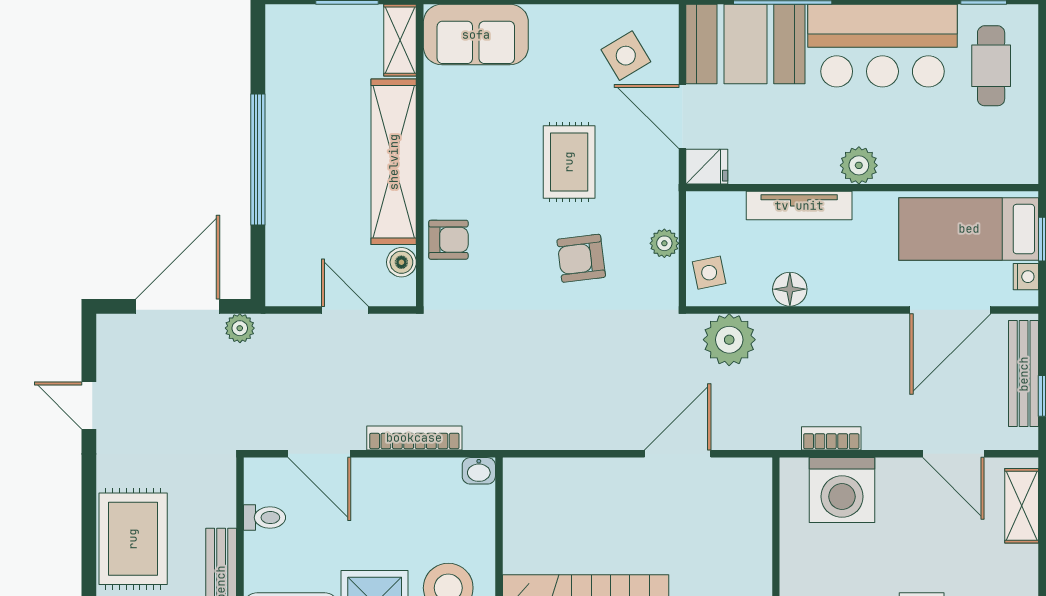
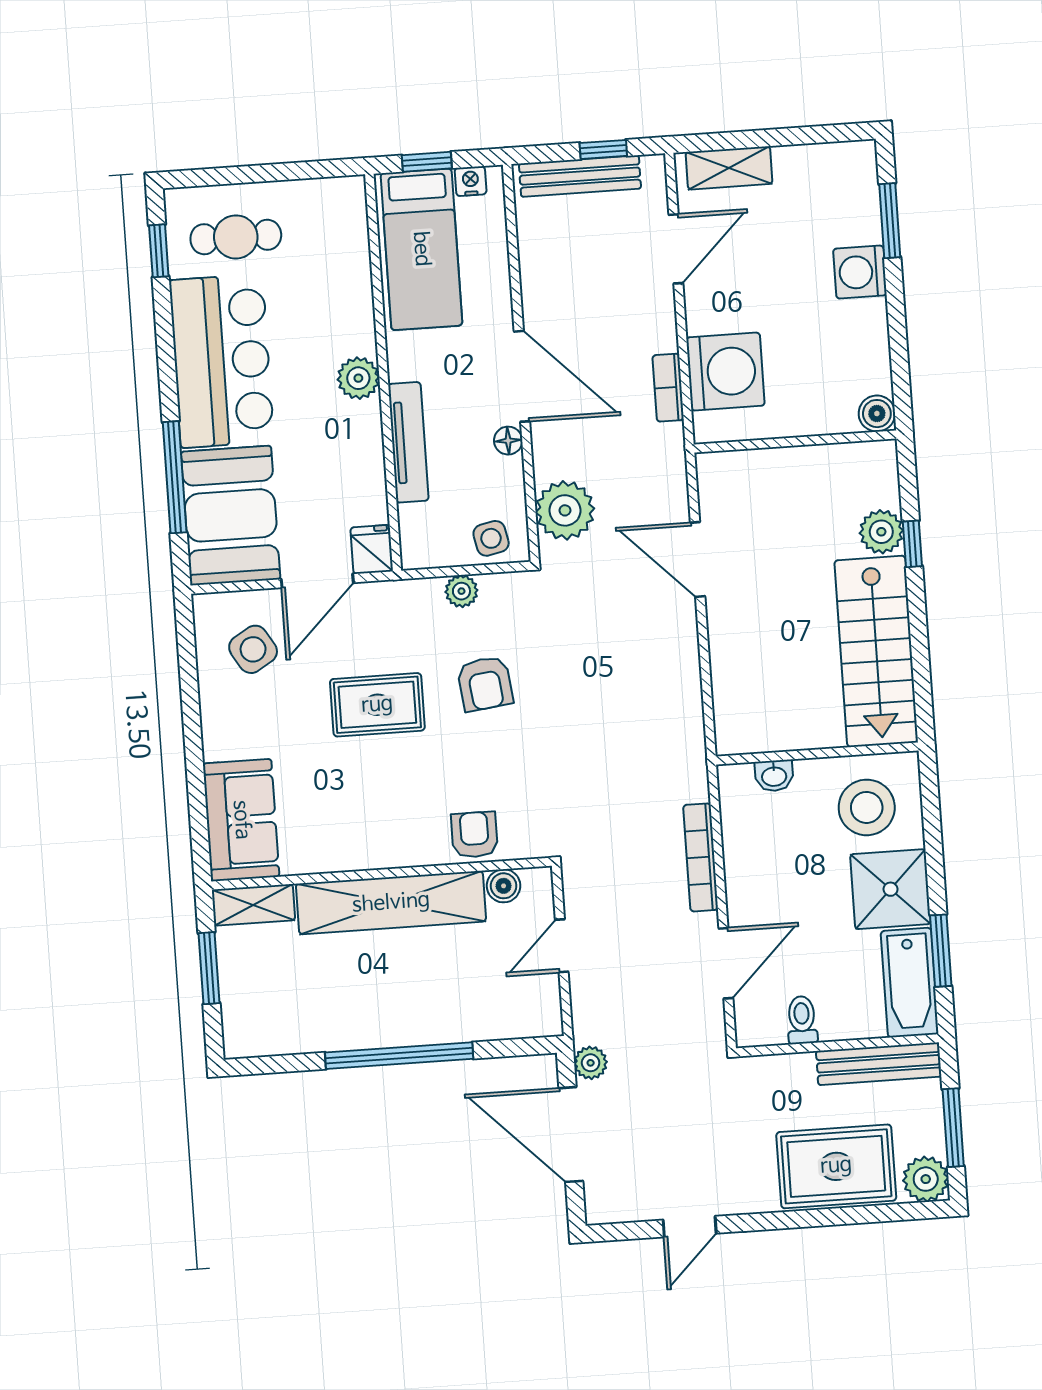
floor lamp: (790, 289) -> (508, 441), width x0.73, depth x0.73
door: (950, 310) -> (522, 376), moved
washbasin: (479, 471) -> (774, 776), moved, turned 90

